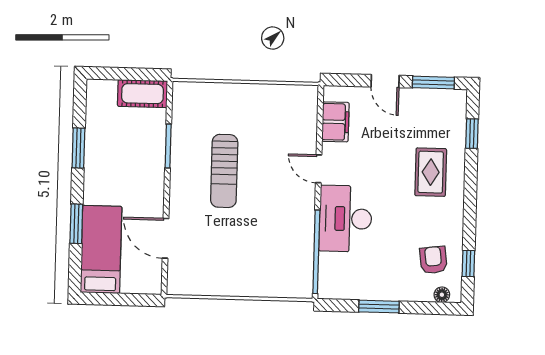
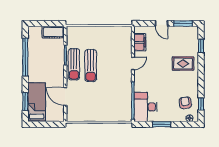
window: (78, 148) -> (25, 57), width x2.11
sun lounger: (187, 167) -> (74, 64), added
door: (319, 169) -> (133, 63), swing flipped
rug: (431, 172) -> (183, 64), turned 90
desk: (345, 219) -> (146, 107), moved
window: (76, 224) -> (25, 102), moved

